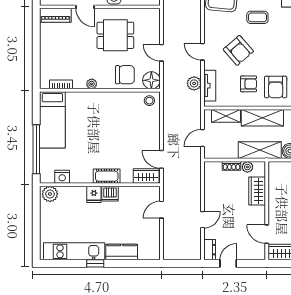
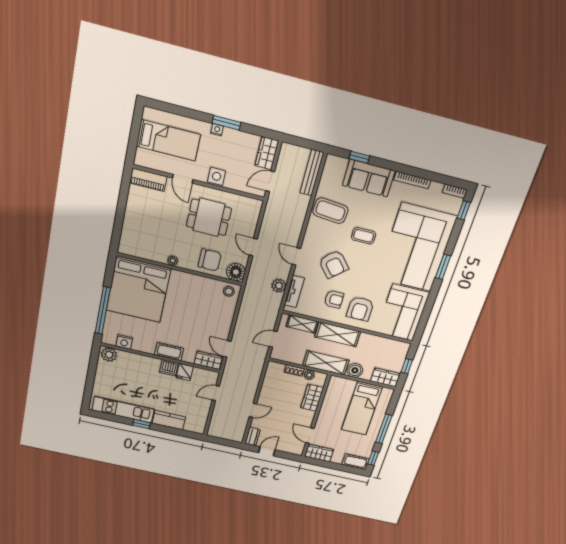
bookcase: (61, 84) -> (140, 253), removed
bed: (52, 120) -> (138, 290), width x2.04
fridge: (94, 194) -> (185, 372), moved

